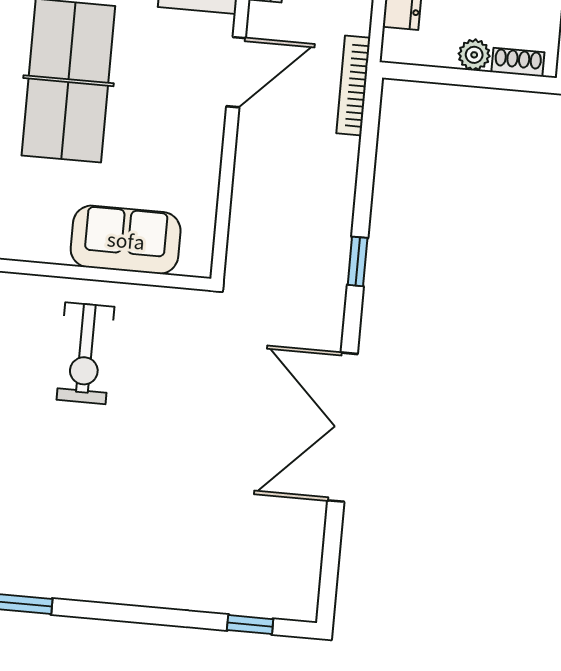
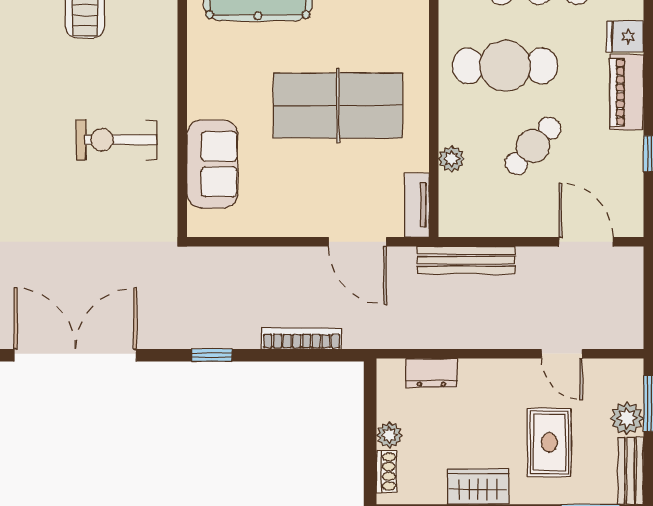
bookcase: (353, 86) -> (302, 339), moved

